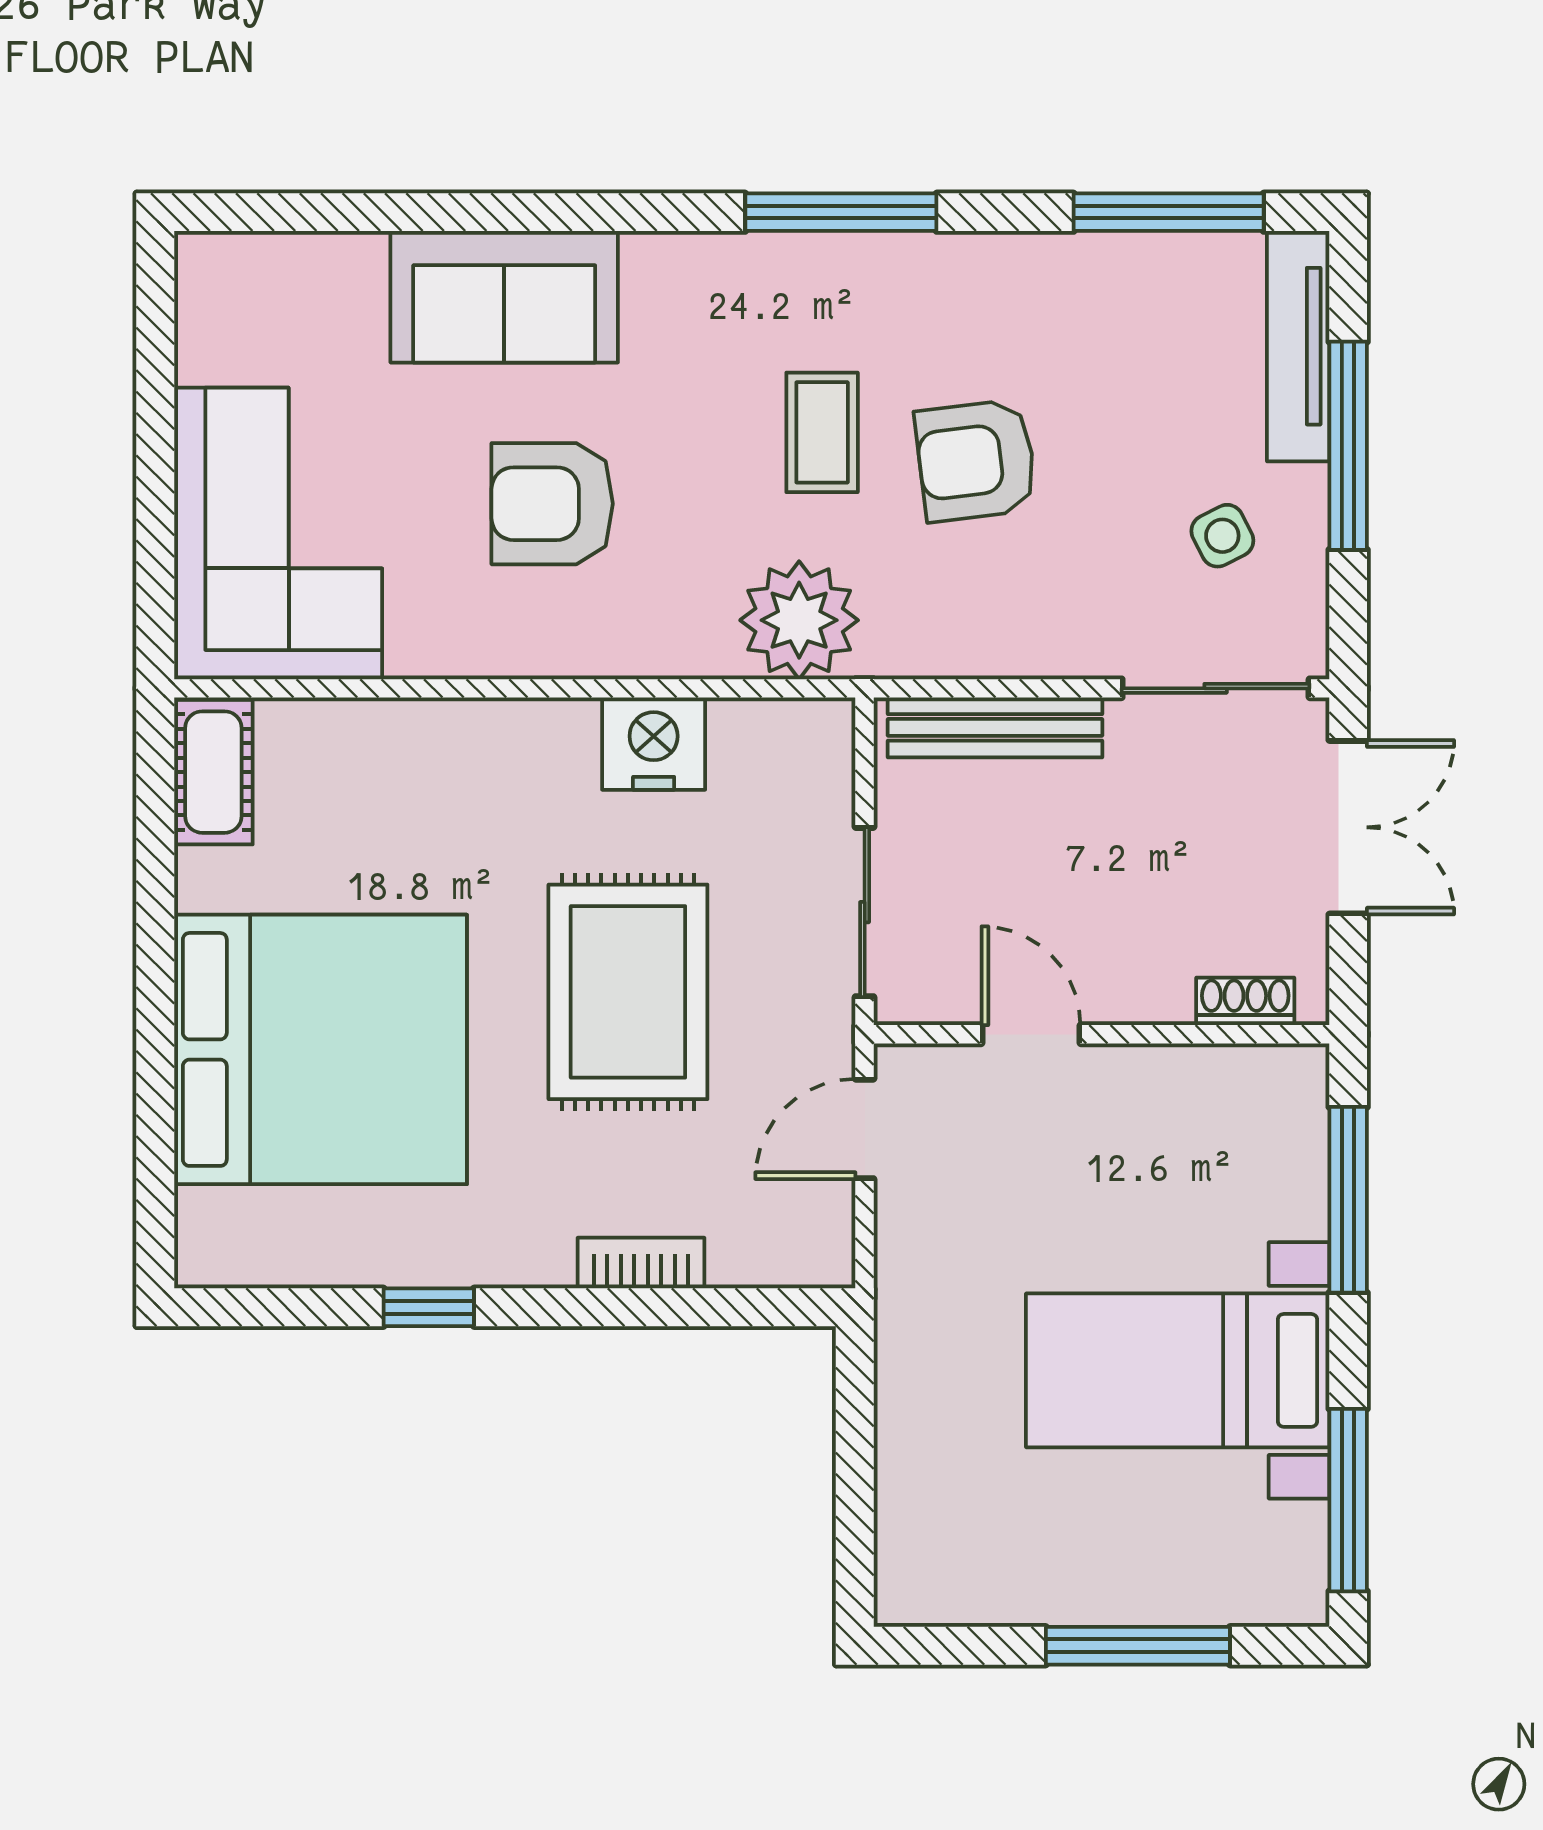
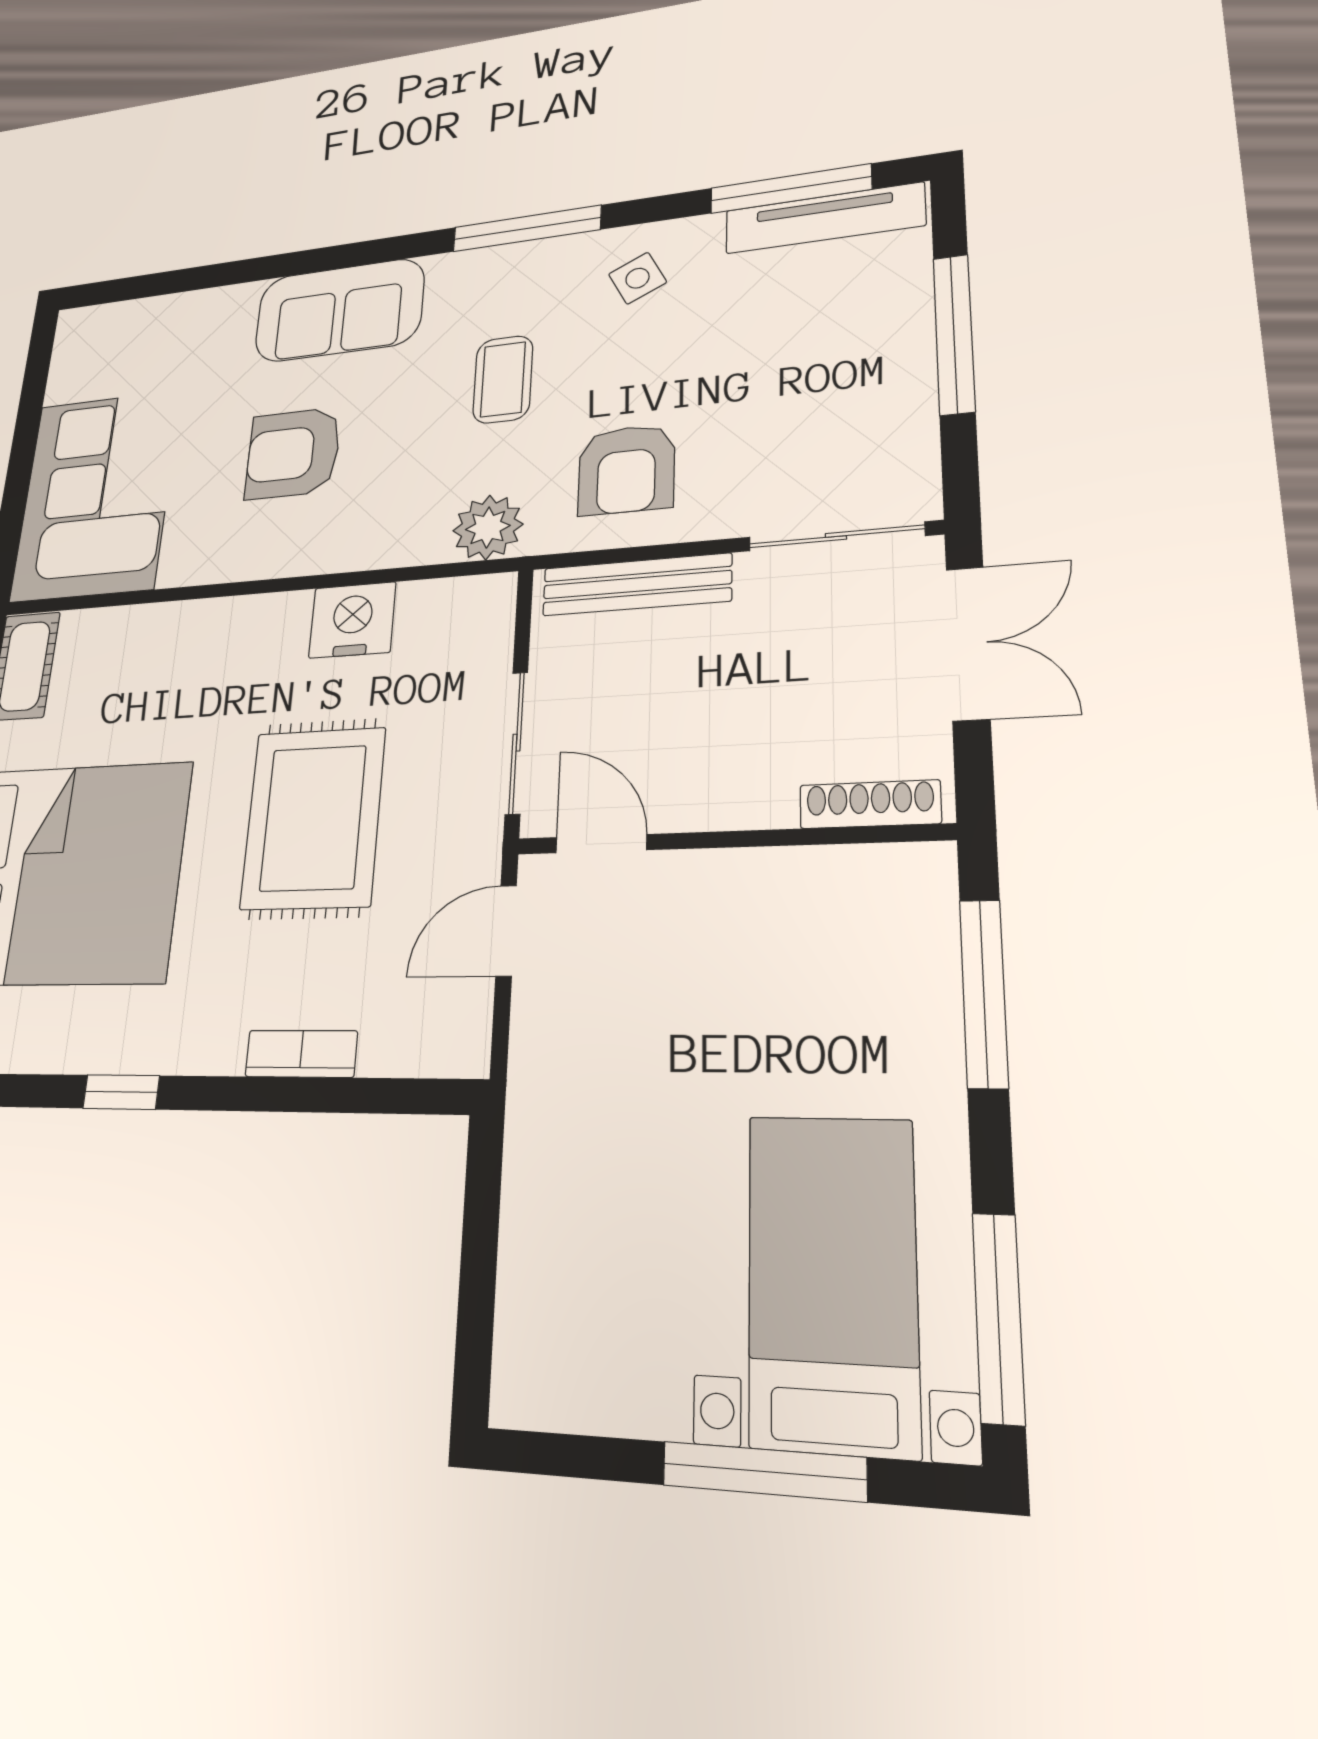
sofa: (504, 297) -> (339, 310), moved
tv unit: (1298, 346) -> (824, 218), moved, turned -90
armchair: (976, 460) -> (626, 470), moved, turned -83
side table: (1222, 536) -> (638, 278), moved
plant: (799, 620) -> (488, 527), width x0.73, depth x0.73
shoe rack: (1245, 1001) -> (870, 804), width x1.43
door: (1031, 1034) -> (601, 844), moved
bed with nightstands: (1178, 1370) -> (832, 1281), moved, turned 90

